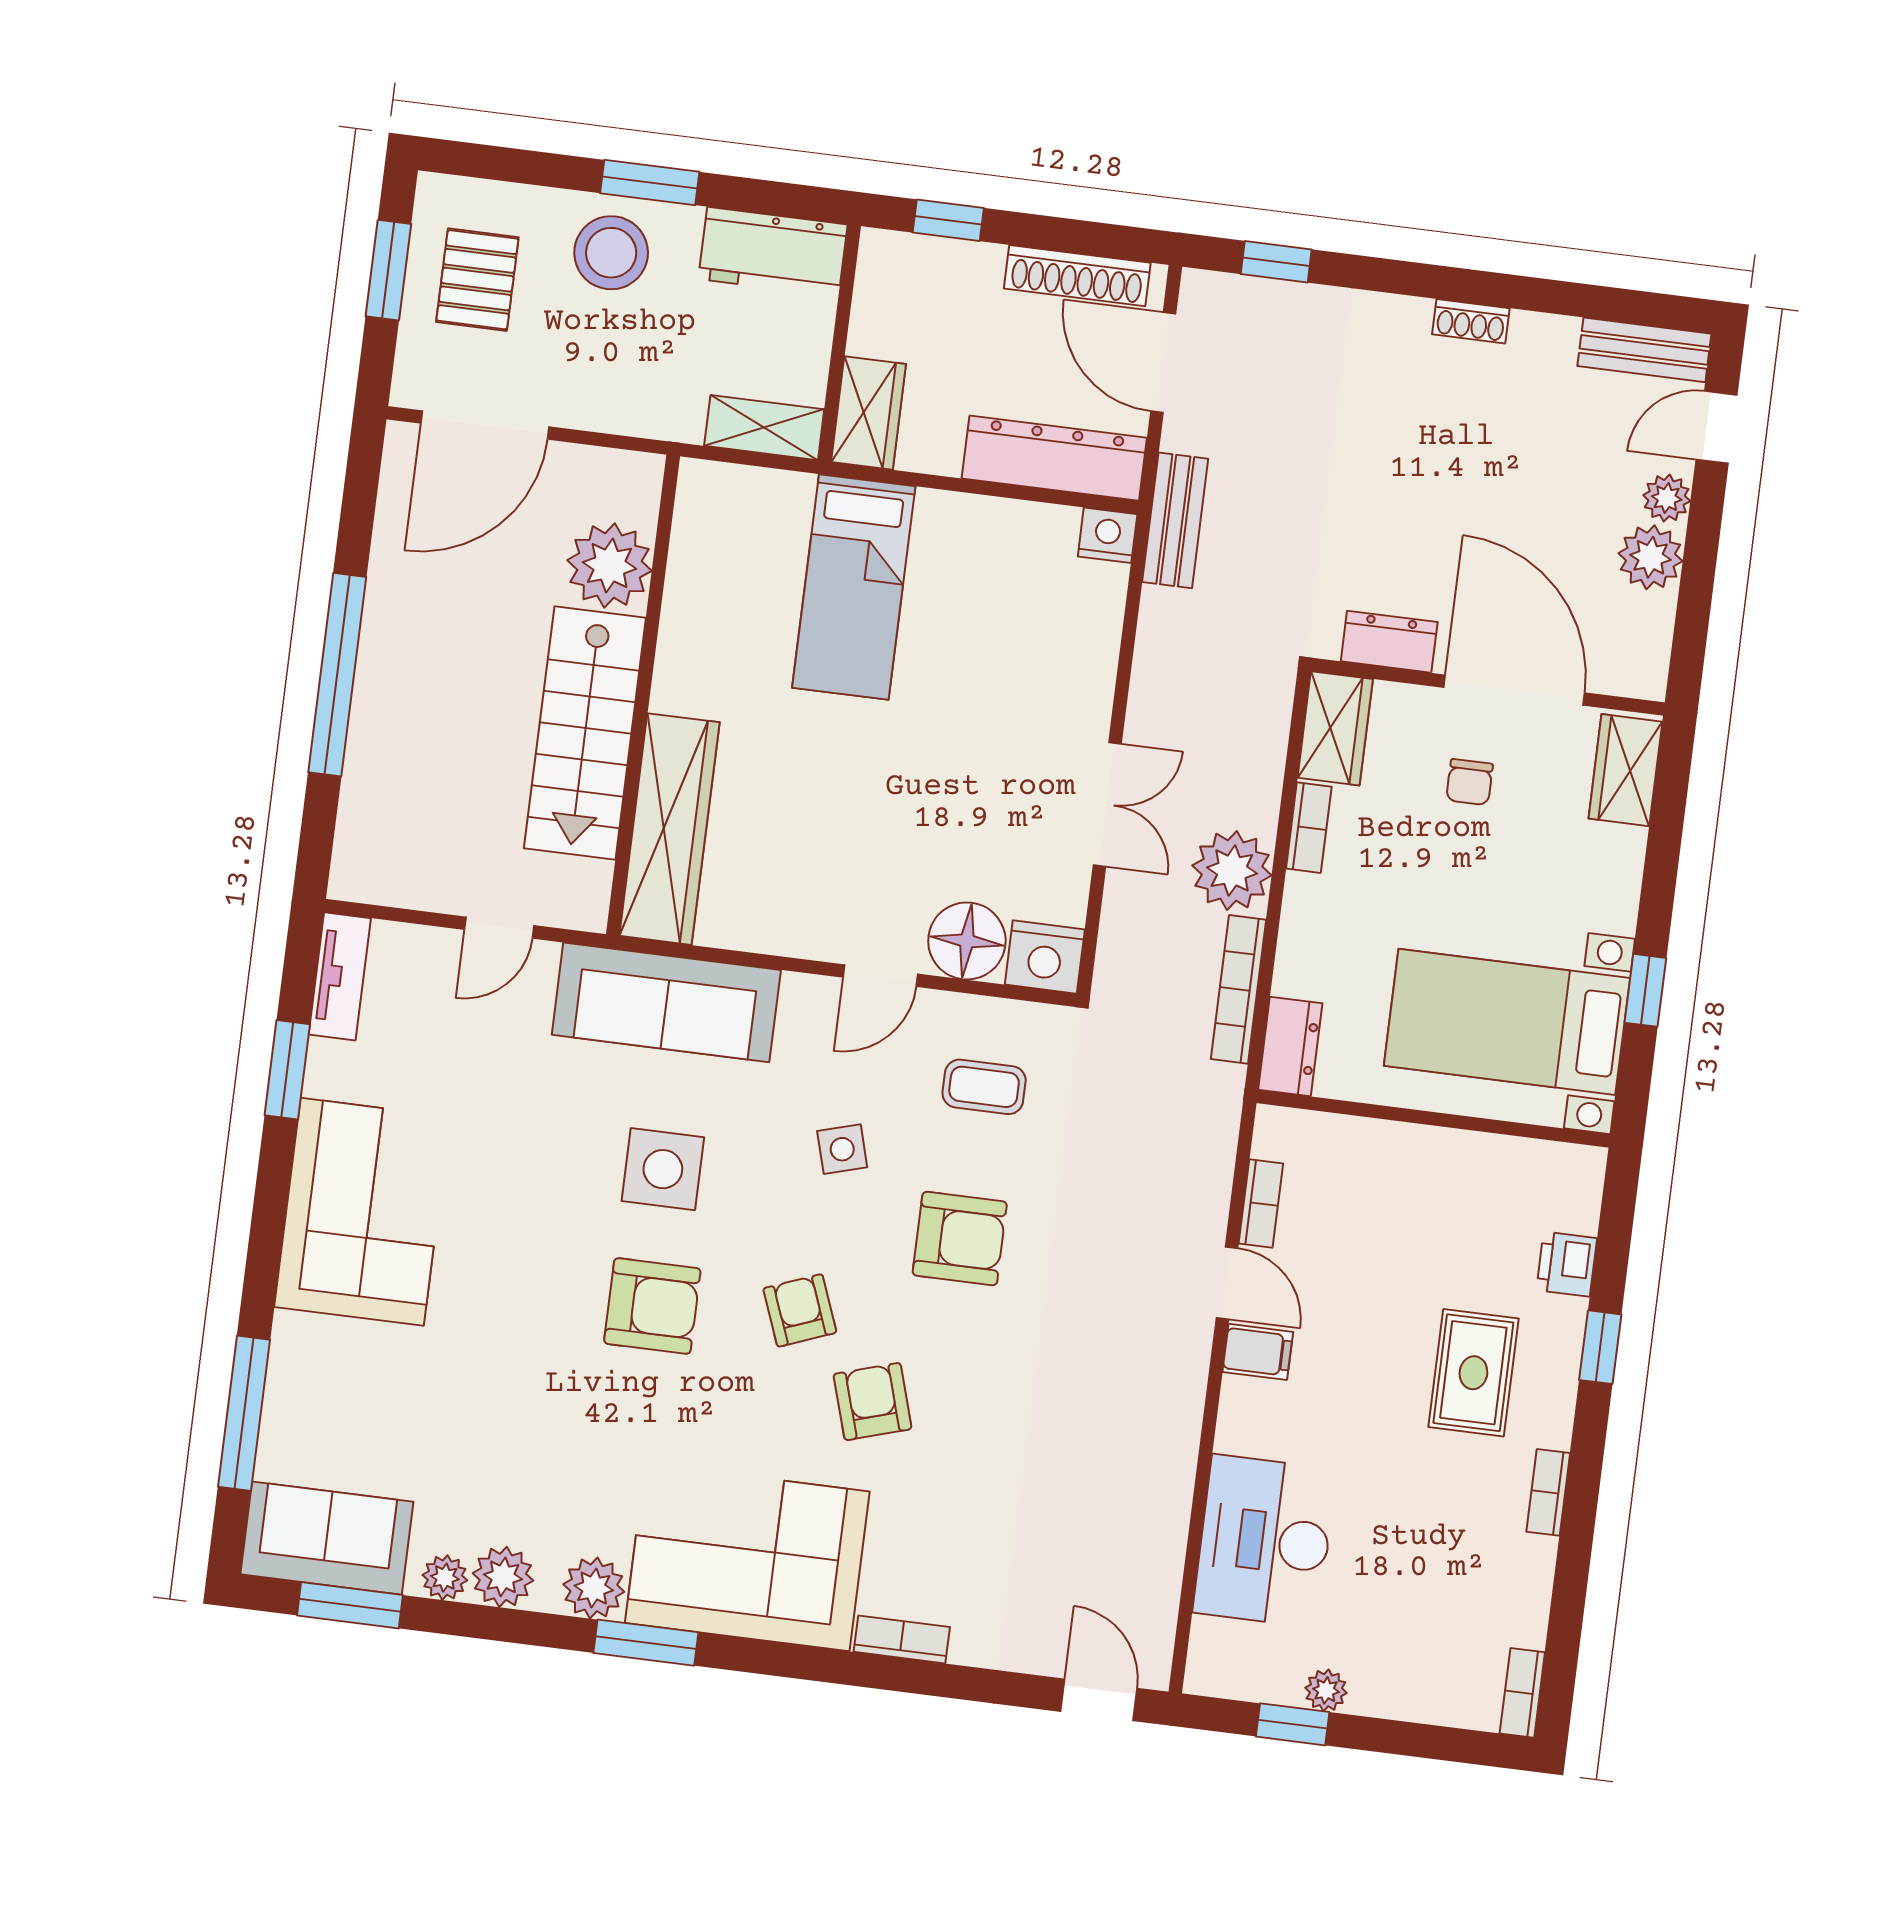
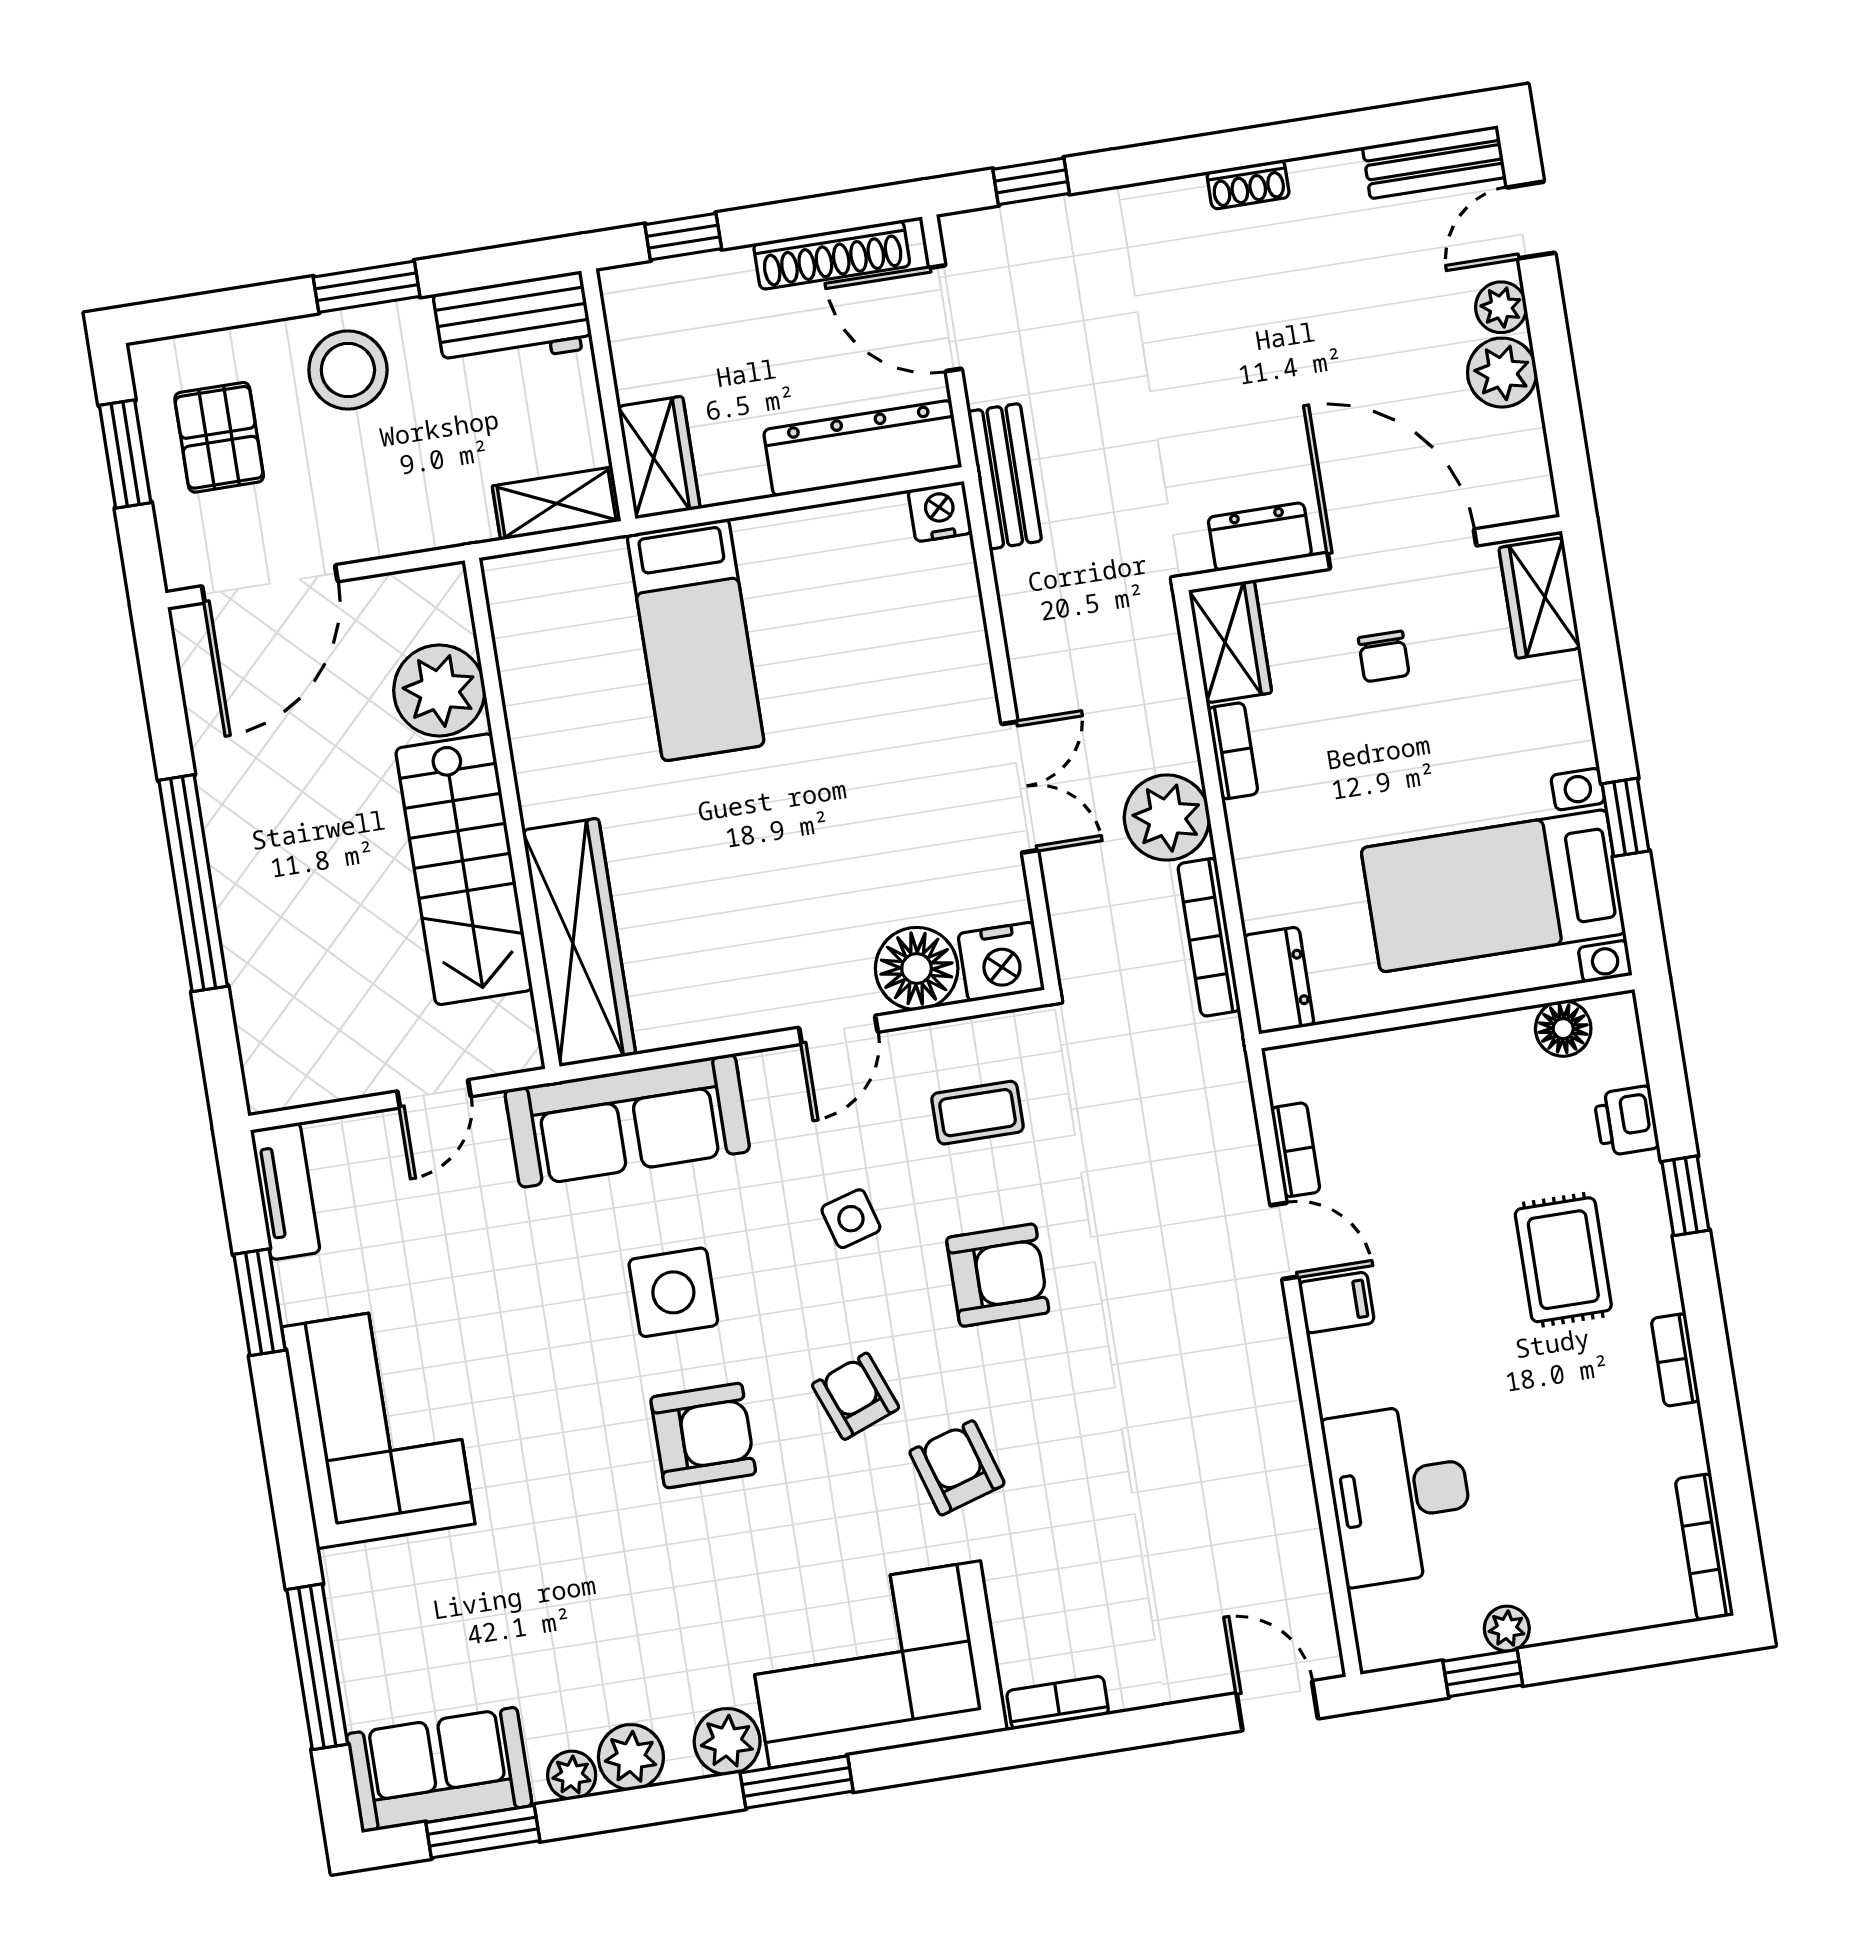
floor lamp: (1534, 1164) -> (1563, 1029), added
bookcase: (1522, 1693) -> (1704, 1547), width x1.56

